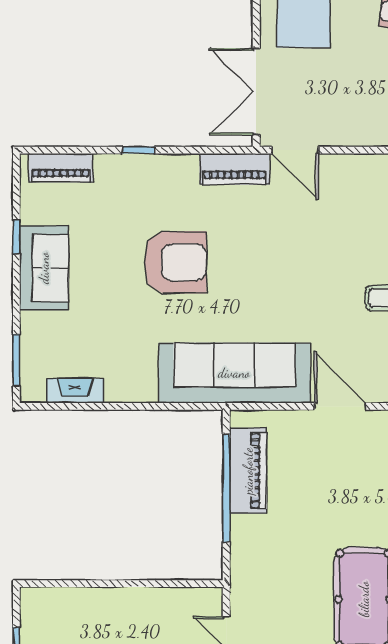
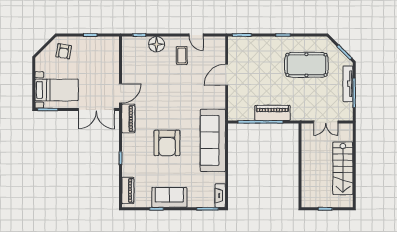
armchair: (175, 262) -> (167, 143), turned 180
sofa: (234, 373) -> (213, 140), moved
fireplace: (75, 391) -> (220, 196), moved
piano: (248, 471) -> (272, 113), moved

